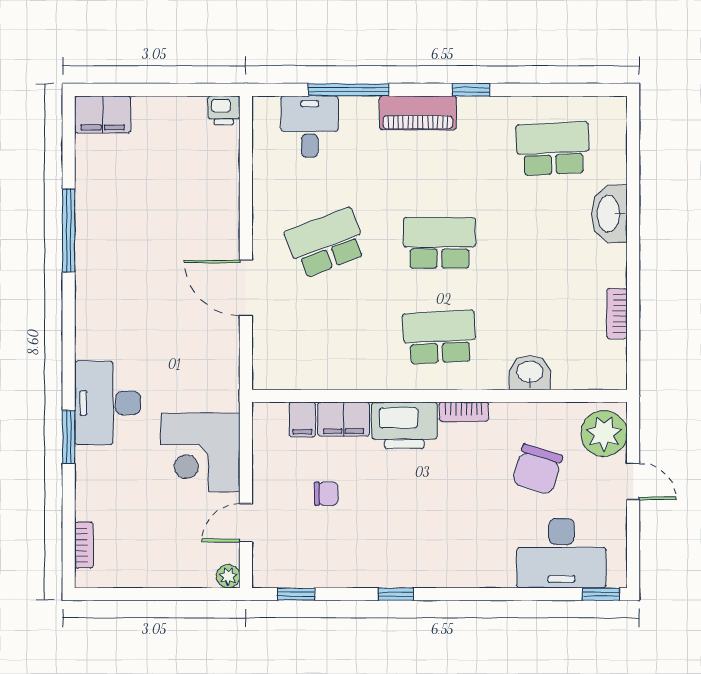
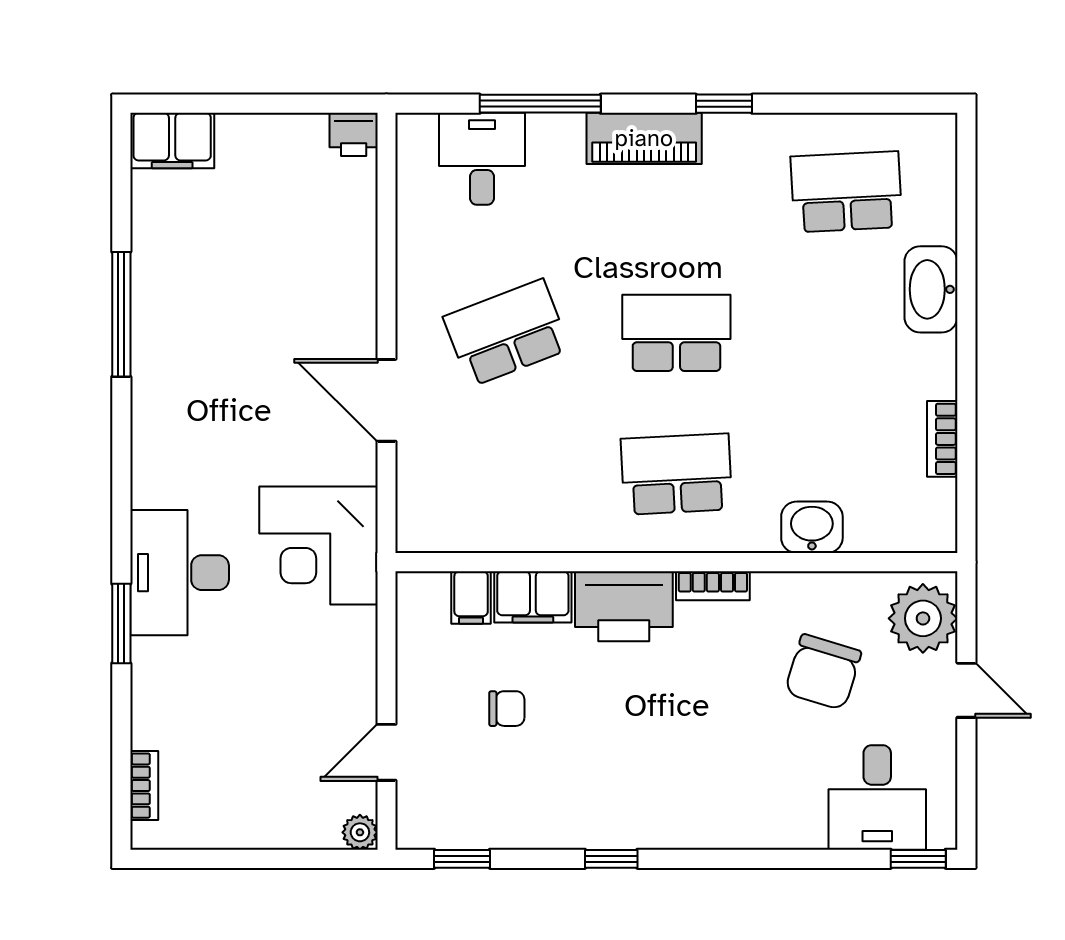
corner desk: (200, 453) -> (318, 546), moved
desk: (561, 553) -> (877, 797), width x0.73

